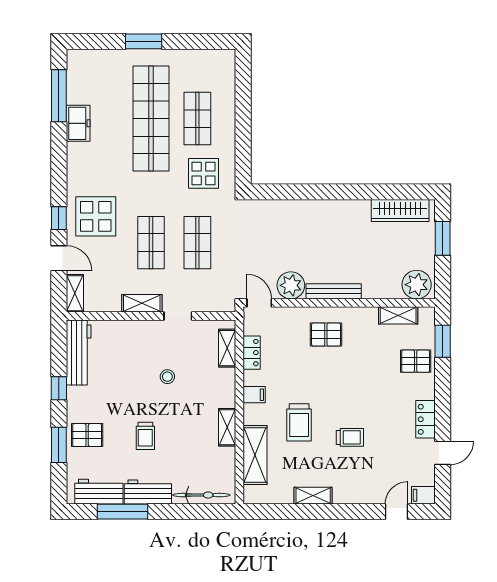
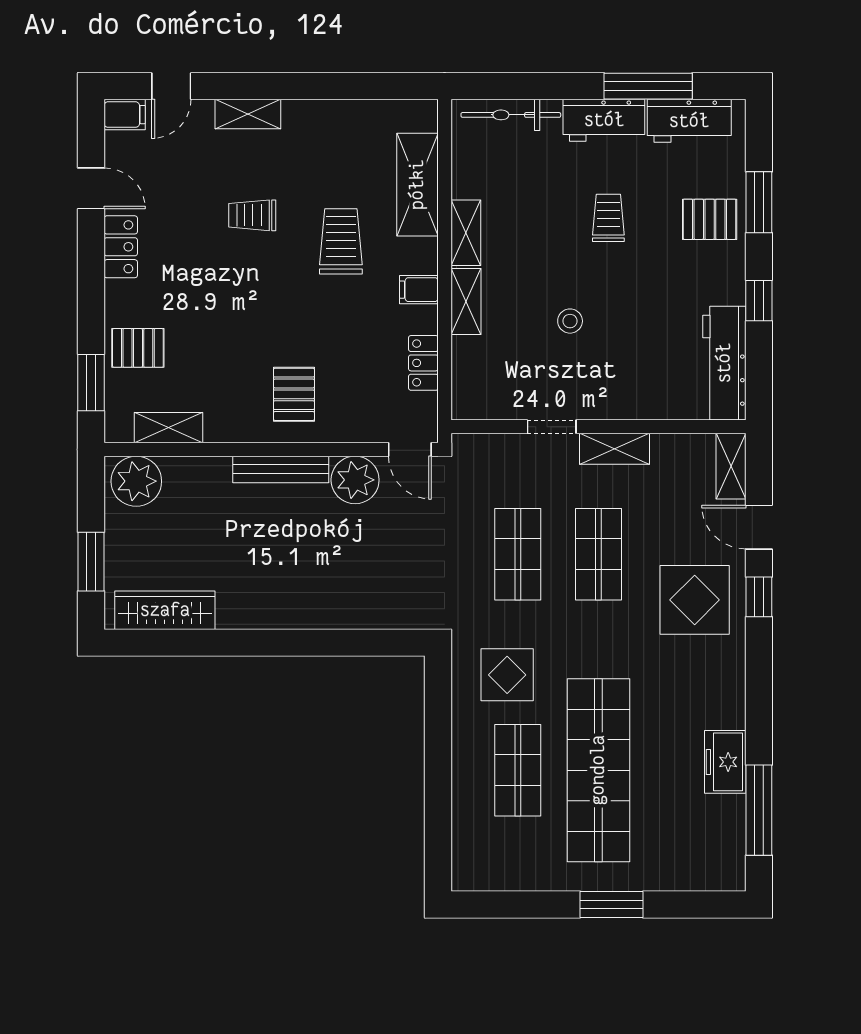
pallet: (326, 335) -> (294, 394), turned 90
shelving: (227, 348) -> (466, 301), moved
door: (443, 453) -> (91, 188), swing flipped
shelving: (313, 496) -> (248, 114), moved

